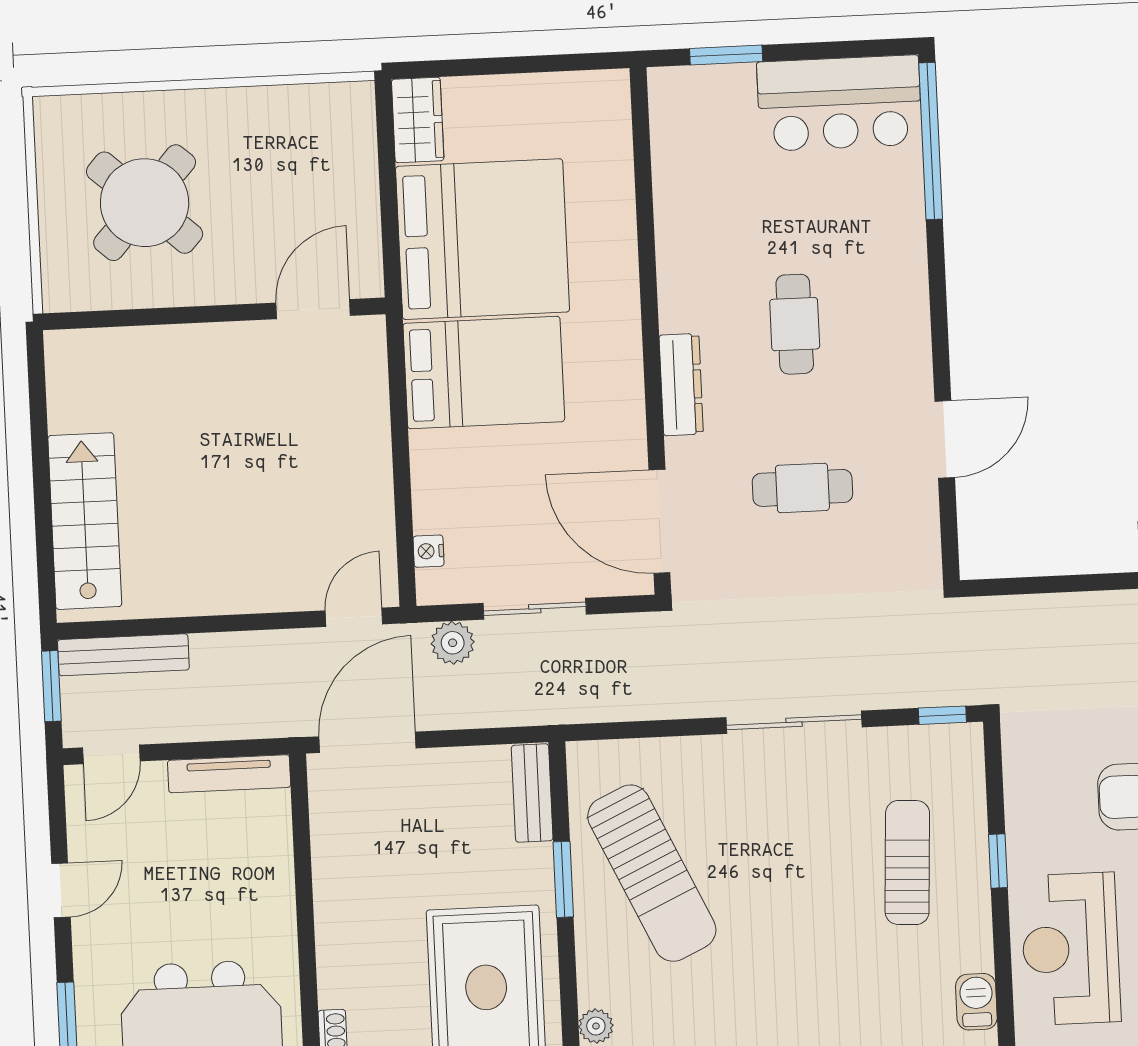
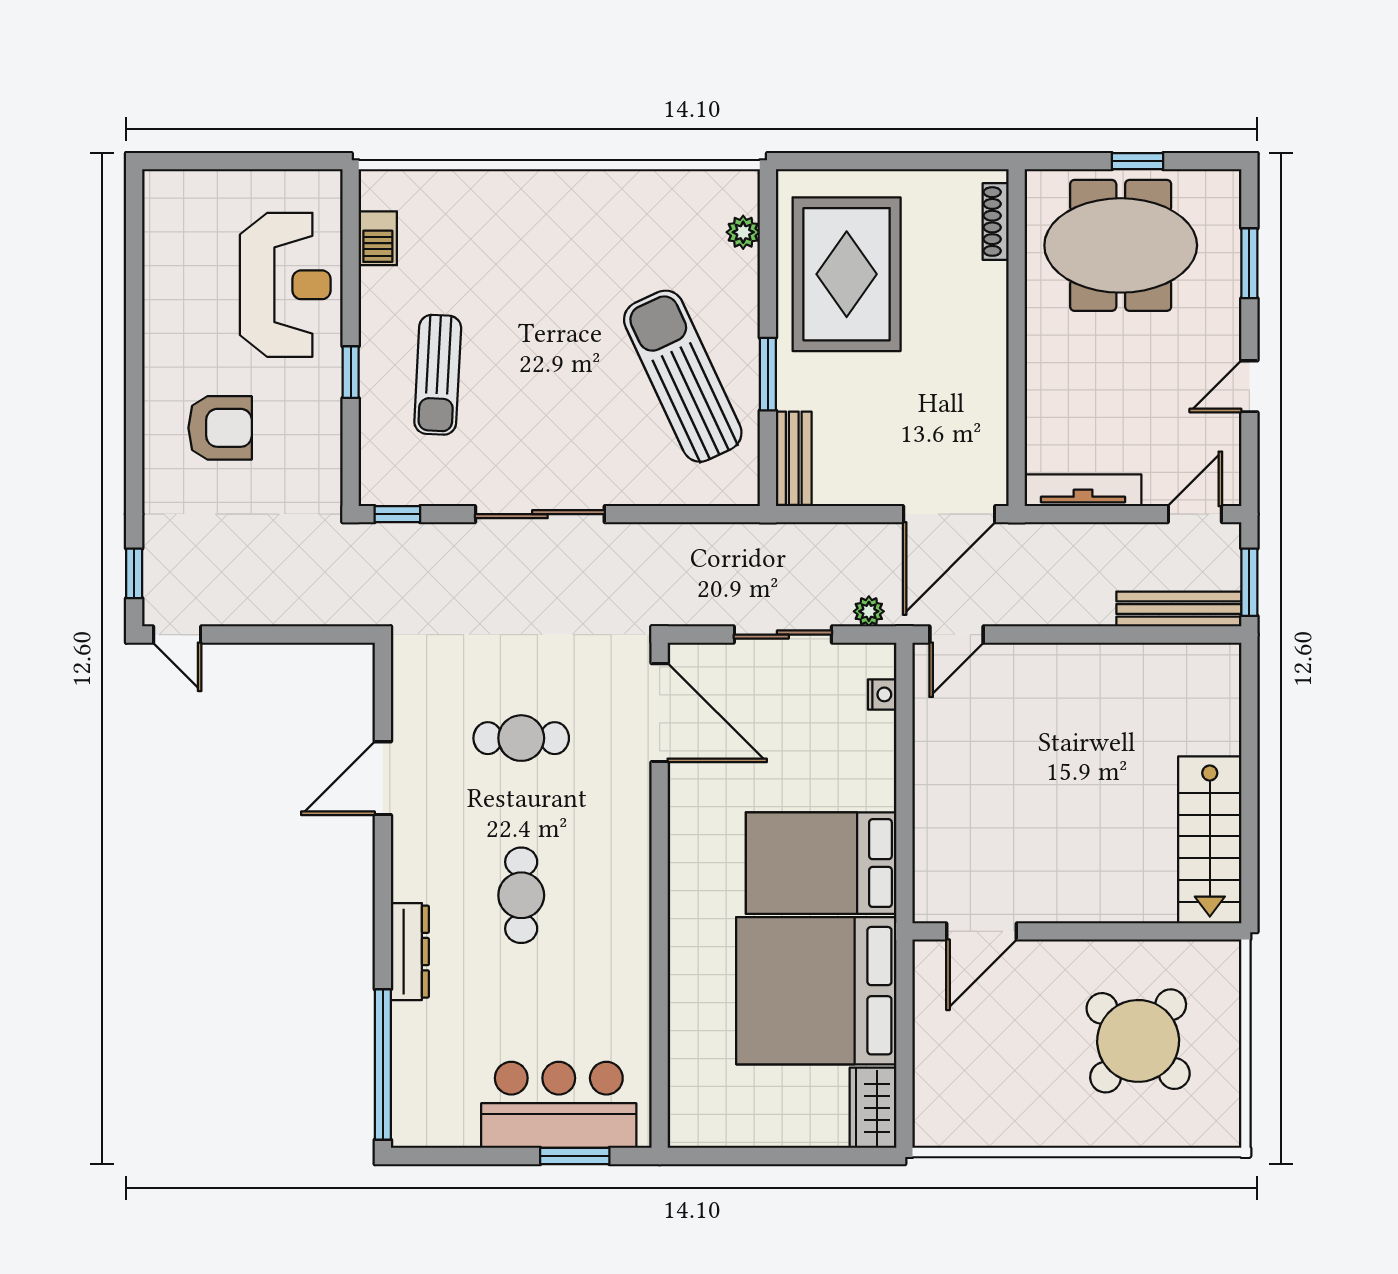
bar counter: (839, 103) -> (559, 1105), moved
dresser: (681, 385) -> (410, 952), moved, turned 180
stairs: (85, 521) -> (1210, 840), moved
plant: (453, 643) -> (869, 611), width x0.73, depth x0.73

